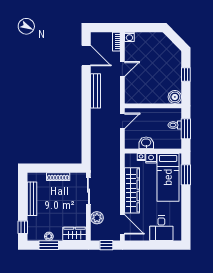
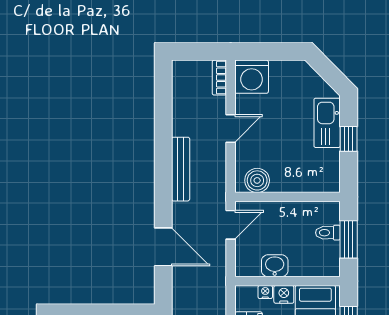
washing machine: (129, 37) -> (252, 77), width x1.89, depth x1.89
door: (86, 56) -> (163, 247), moved
kitchen sink: (174, 66) -> (327, 123), added
boiler: (175, 97) -> (257, 180), moved

